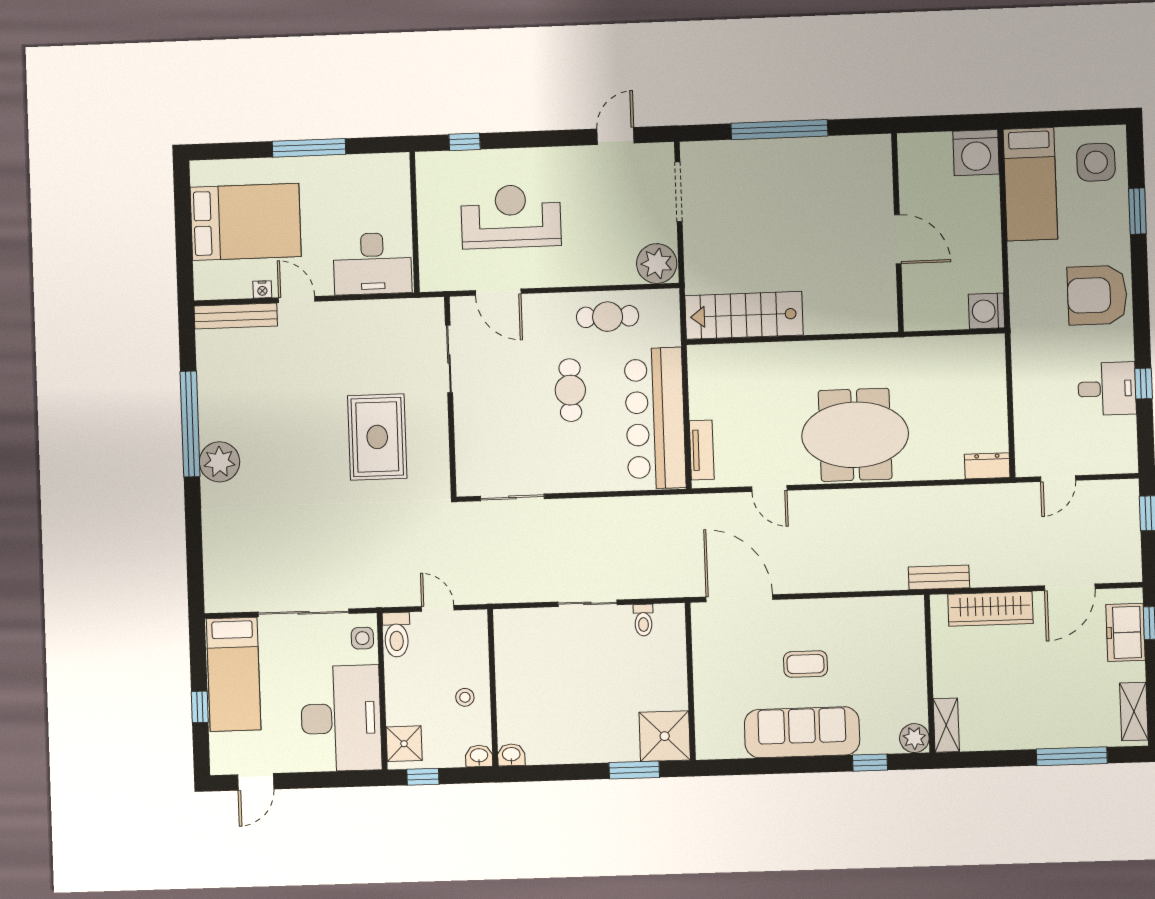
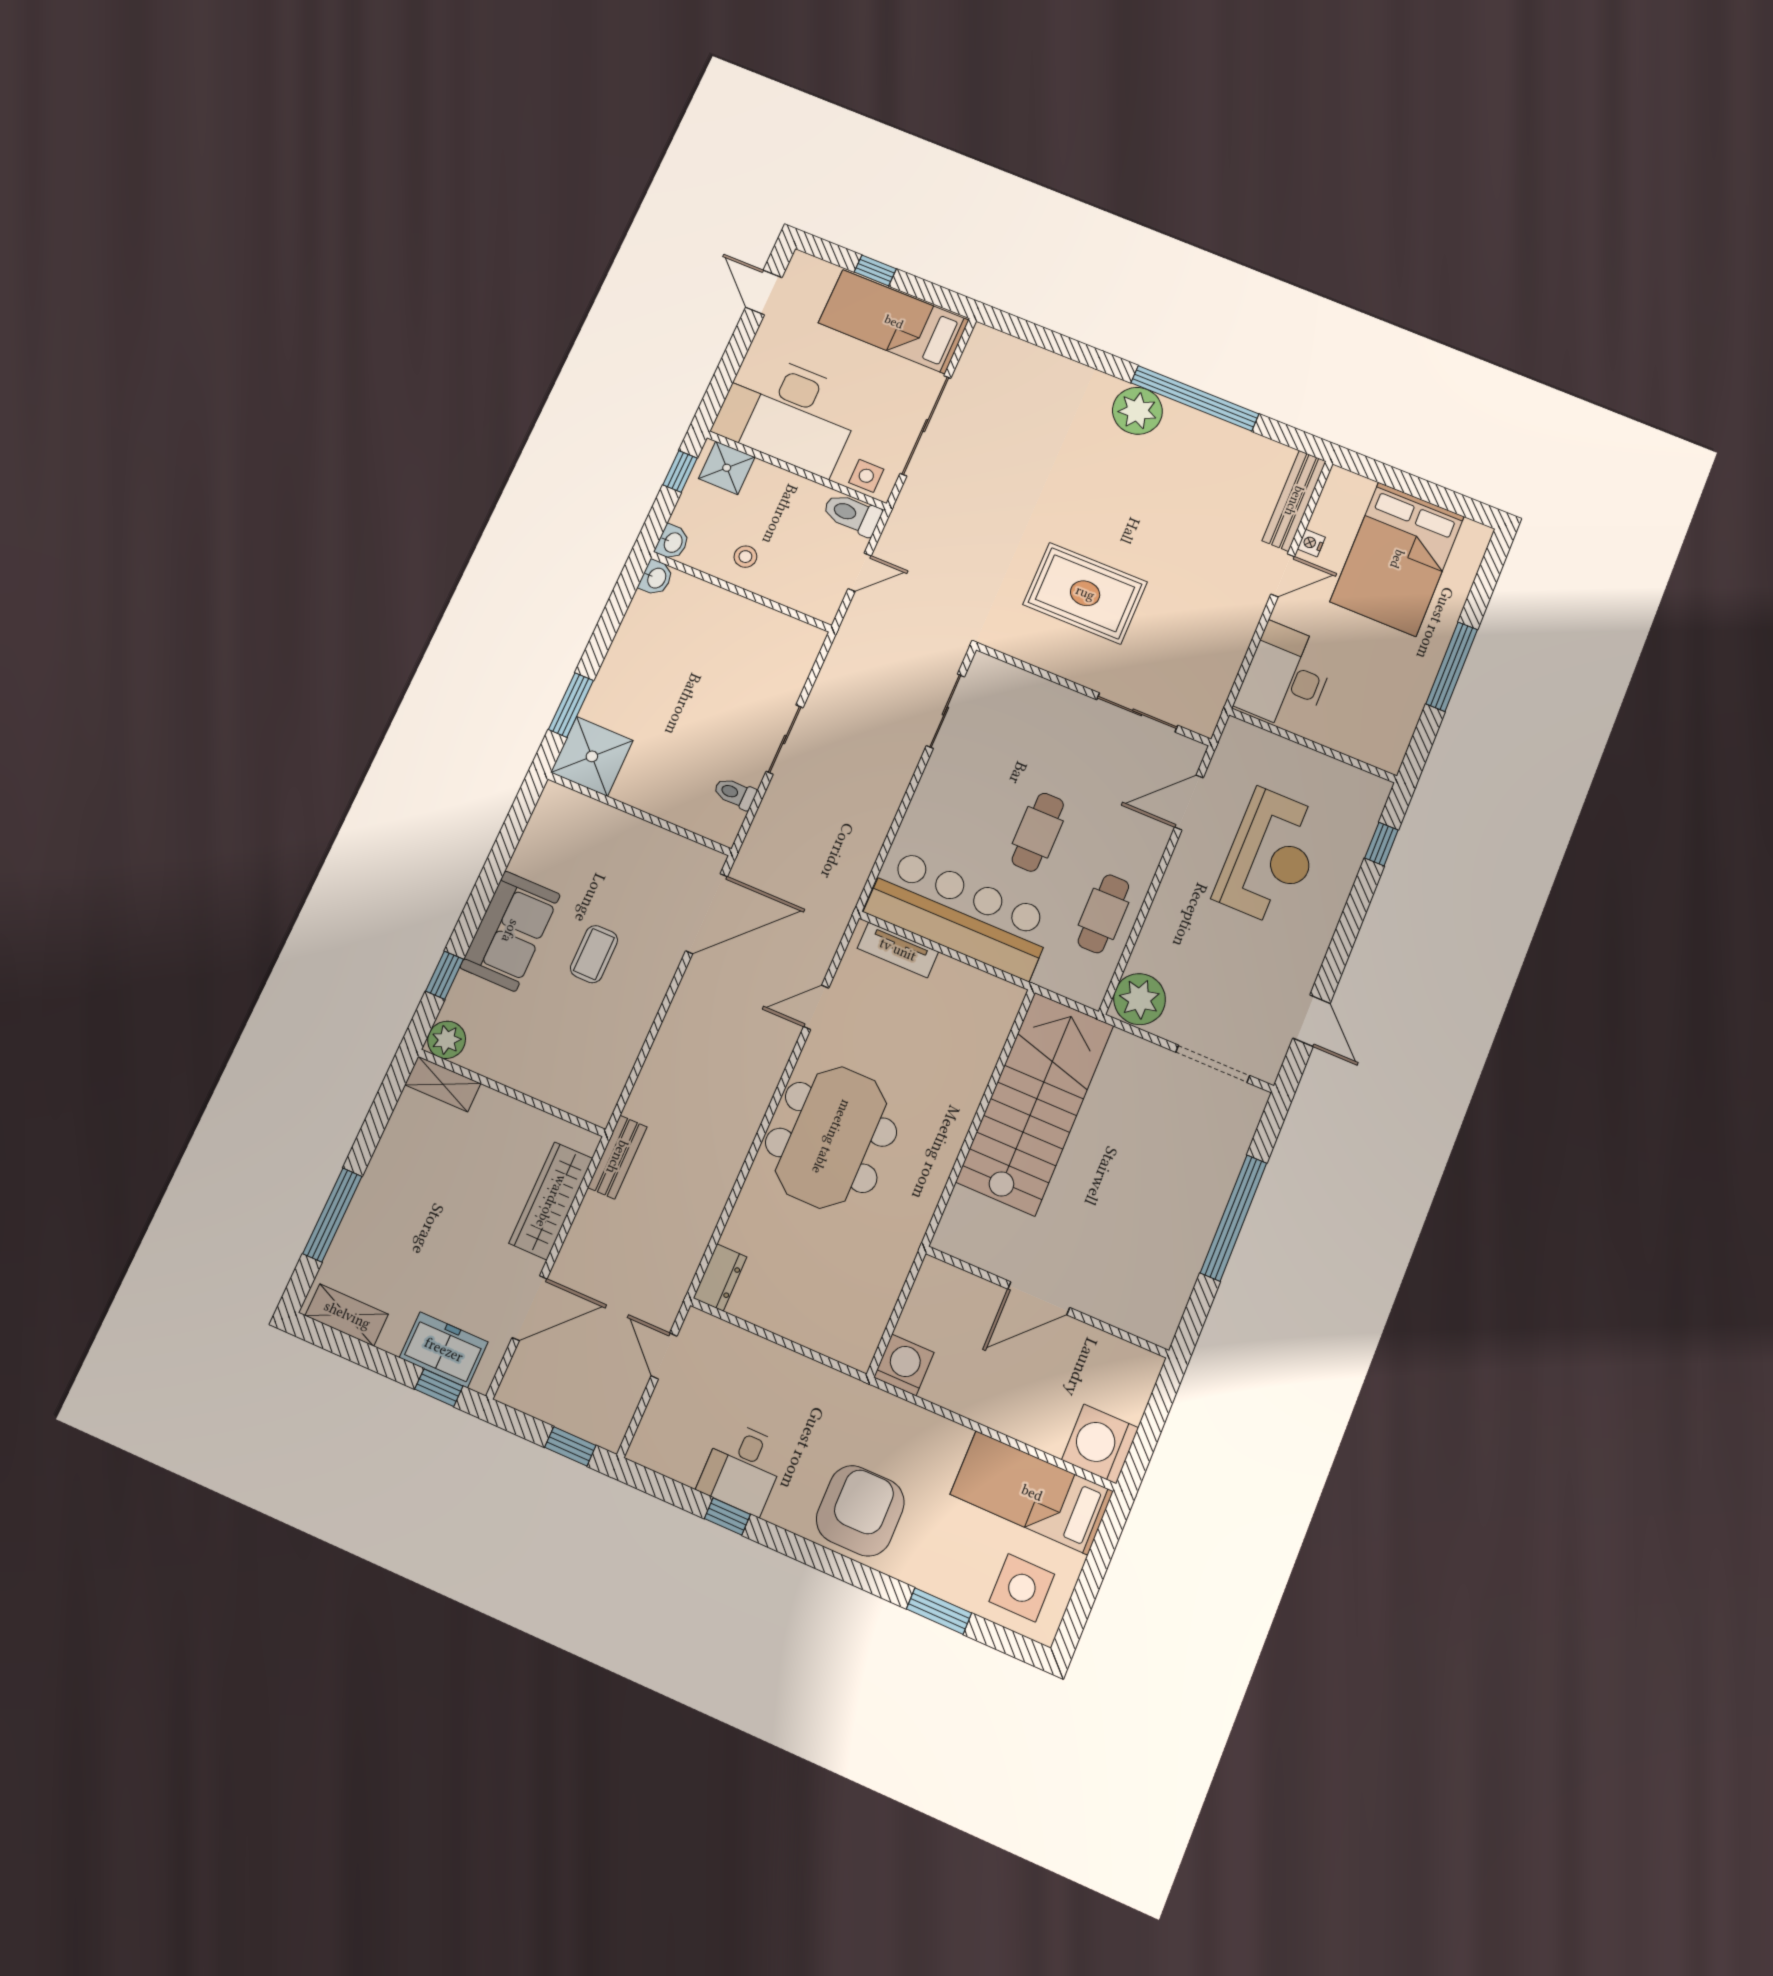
stairs: (744, 315) -> (1035, 1103), width x1.36, depth x1.51
cafe table: (570, 390) -> (1038, 832), turned 90
door: (1070, 587) -> (530, 1308), swing flipped
sofa: (802, 732) -> (510, 931), width x0.73

